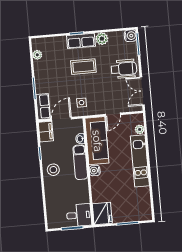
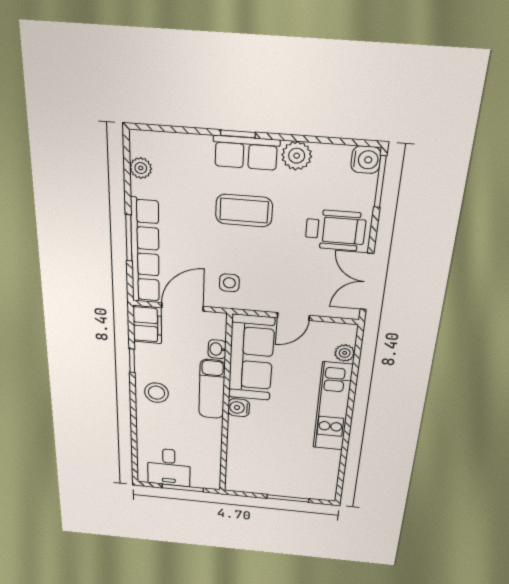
row of seats: (43, 107) -> (145, 251), width x2.02
fridge: (102, 214) -> (242, 476), removed
desk: (79, 215) -> (169, 467), moved, turned 90

